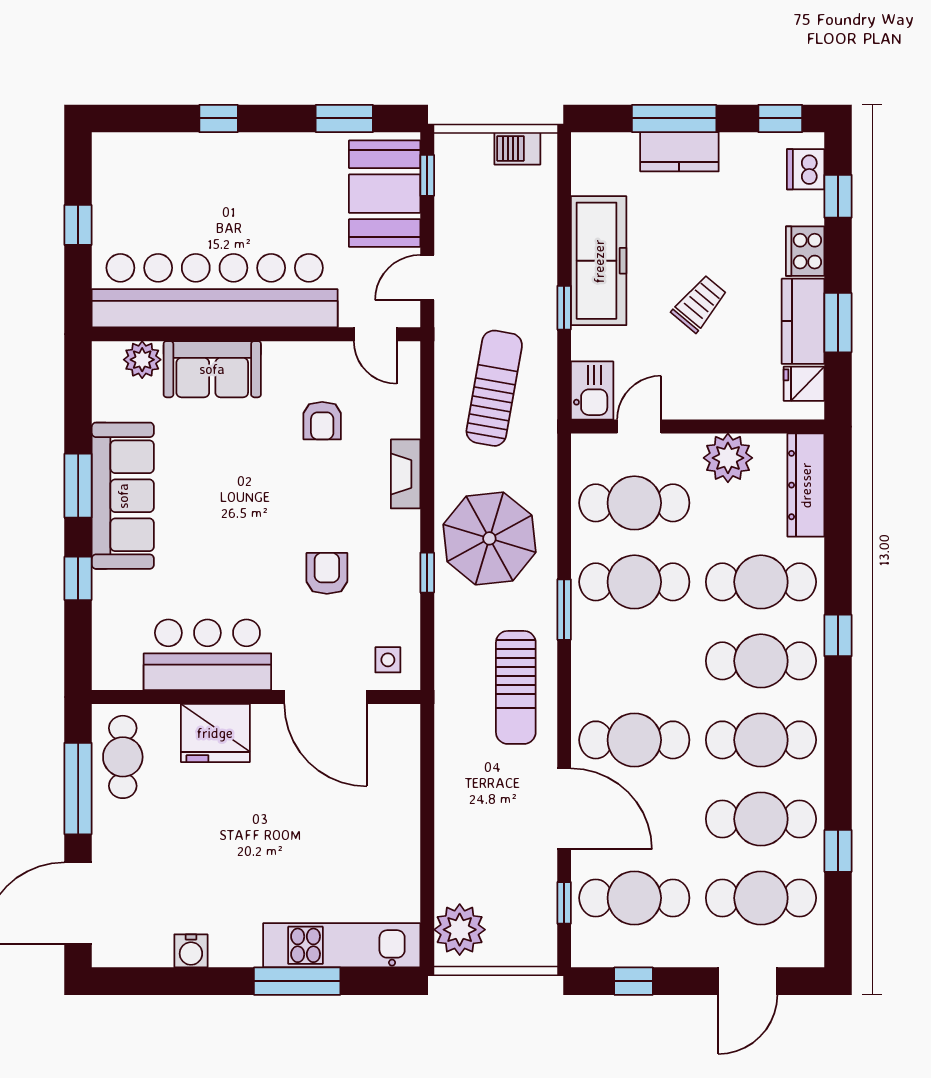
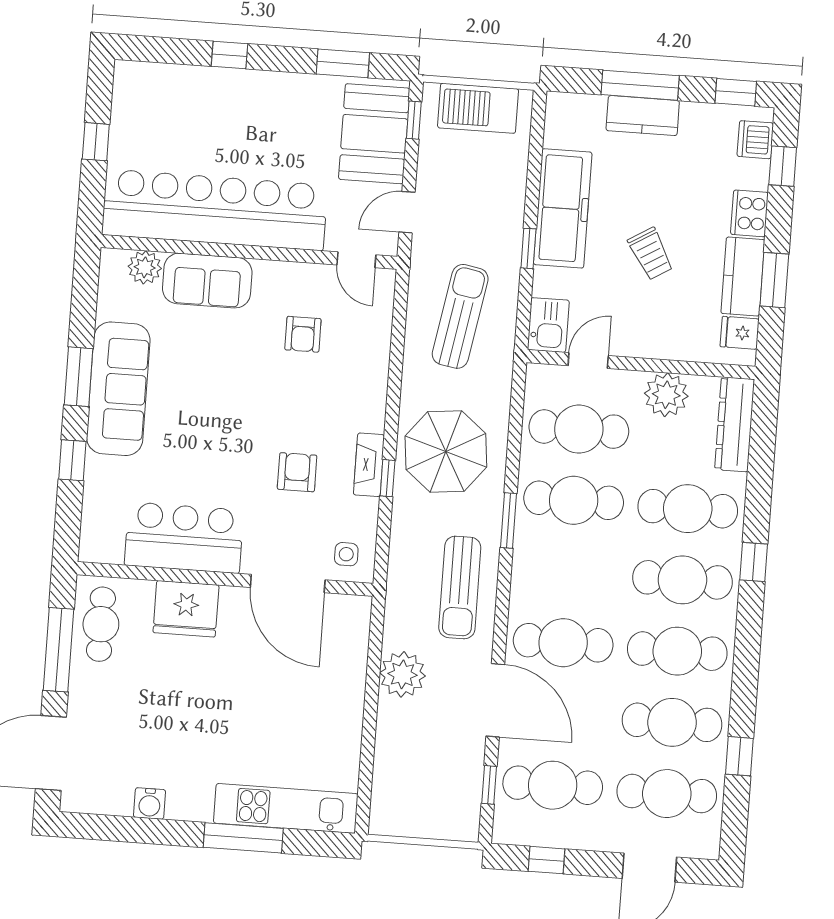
barbecue: (517, 148) -> (478, 108), width x1.88, depth x1.53
trolley: (699, 304) -> (651, 254), turned 109
fireplace: (406, 474) -> (369, 465), moved
plant: (460, 930) -> (403, 674), moved

